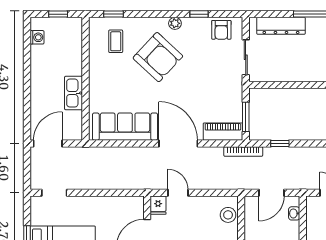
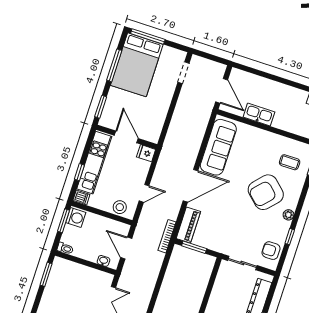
door: (48, 143) -> (222, 91), moved
window: (280, 143) -> (164, 268), removed
door: (178, 193) -> (144, 193), moved

